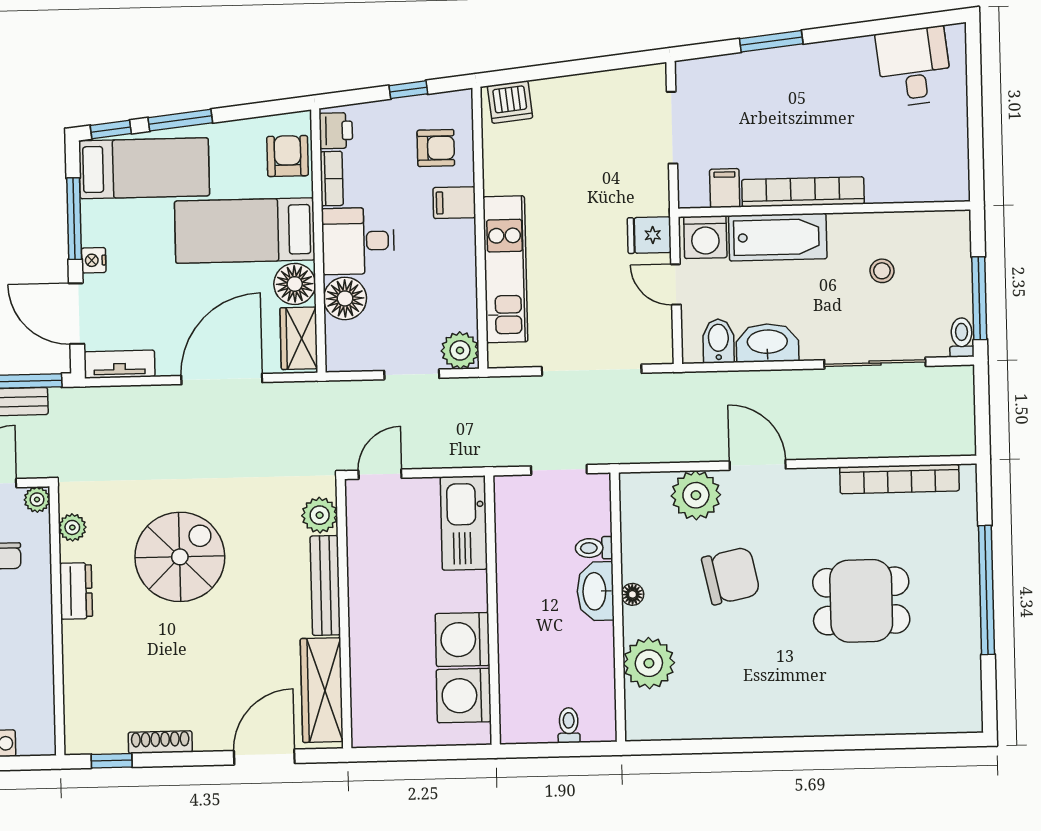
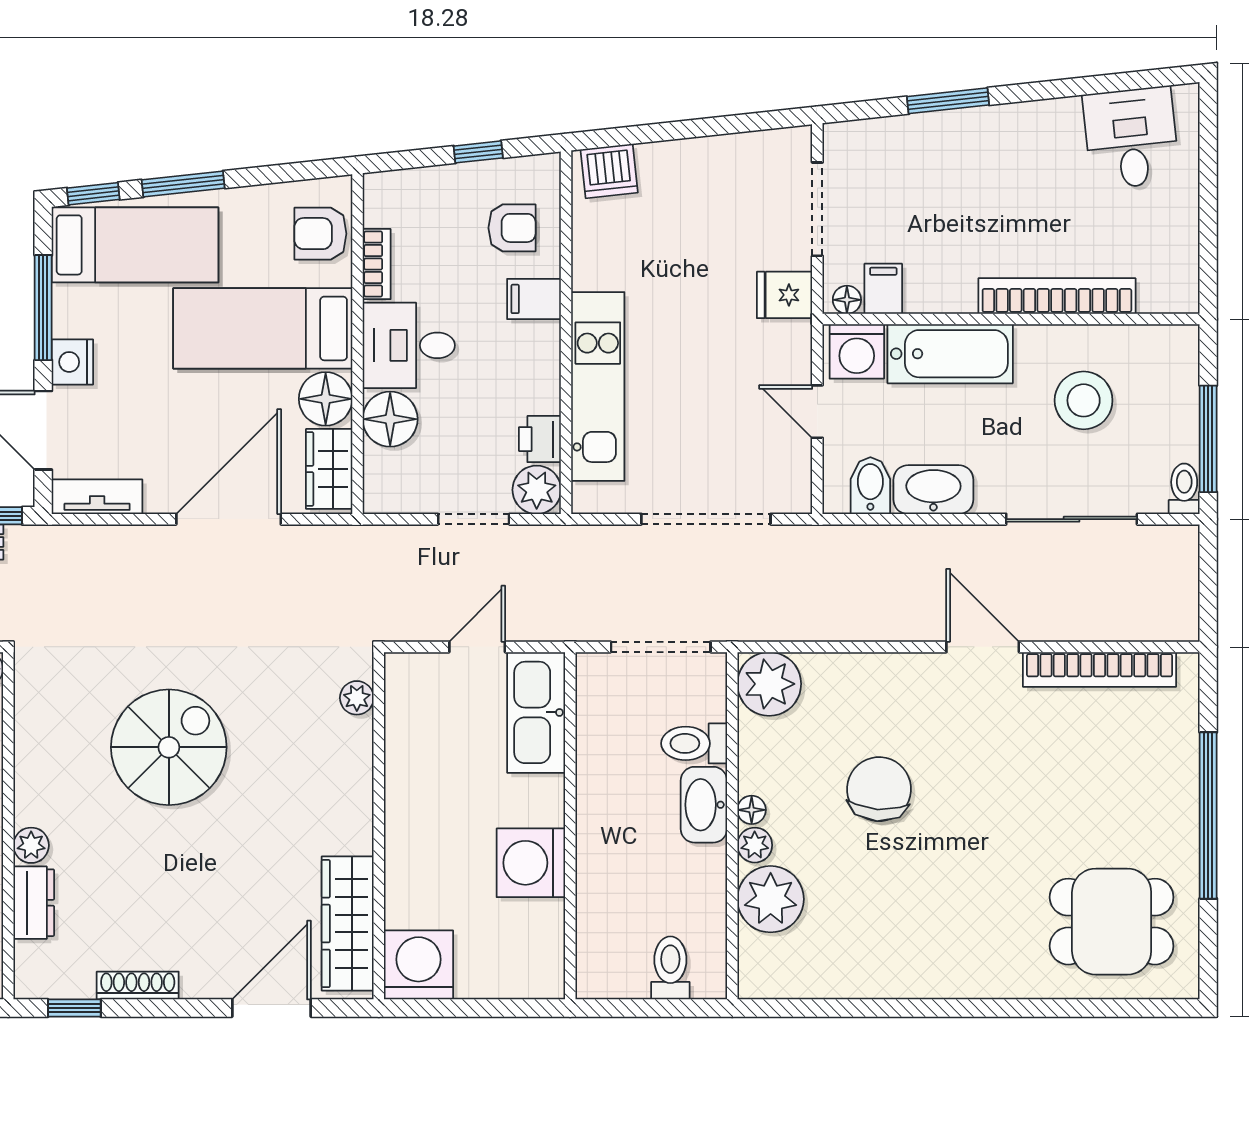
printer: (336, 131) -> (540, 439), moved, turned 180
armchair: (288, 156) -> (320, 234), turned -90
bookcase: (803, 192) -> (1057, 296), moved
floor lamp: (697, 197) -> (847, 300), added
fridge: (649, 235) -> (785, 295), moved
nightstand: (94, 260) -> (72, 362), width x1.39, depth x1.35
stool: (882, 271) -> (1084, 400), width x1.89, depth x1.89
door: (758, 465) -> (983, 647), moved
doorway: (559, 470) -> (661, 647), width x1.38
door: (380, 474) -> (477, 647), moved
plant: (696, 495) -> (769, 684), moved
plant: (320, 515) -> (357, 698), width x0.73, depth x0.73
plant: (72, 527) -> (31, 845), moved
toilet: (594, 548) -> (694, 743), width x1.37, depth x1.39
chair: (731, 576) -> (879, 789), turned -74
bench: (325, 585) -> (356, 789), removed
dresser: (76, 591) -> (34, 903), moved
dining table: (861, 601) -> (1112, 922), moved
plant: (636, 622) -> (755, 845), added
washing machine: (464, 696) -> (418, 965), moved, turned 90
toilet: (569, 725) -> (670, 968), width x1.37, depth x1.39

